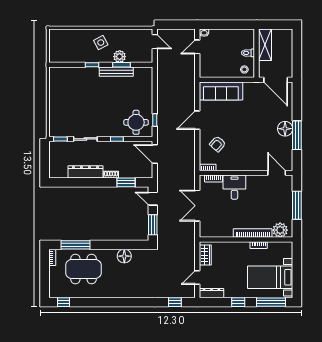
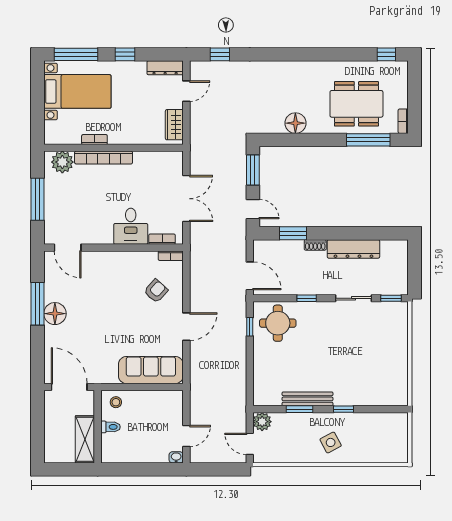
plant: (120, 57) -> (262, 422), moved

